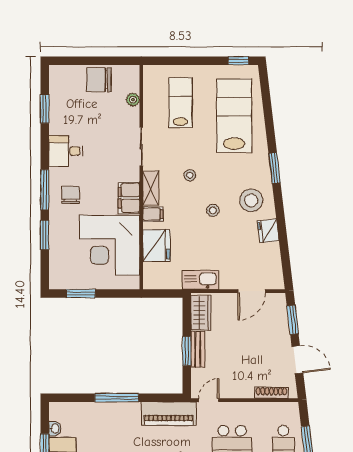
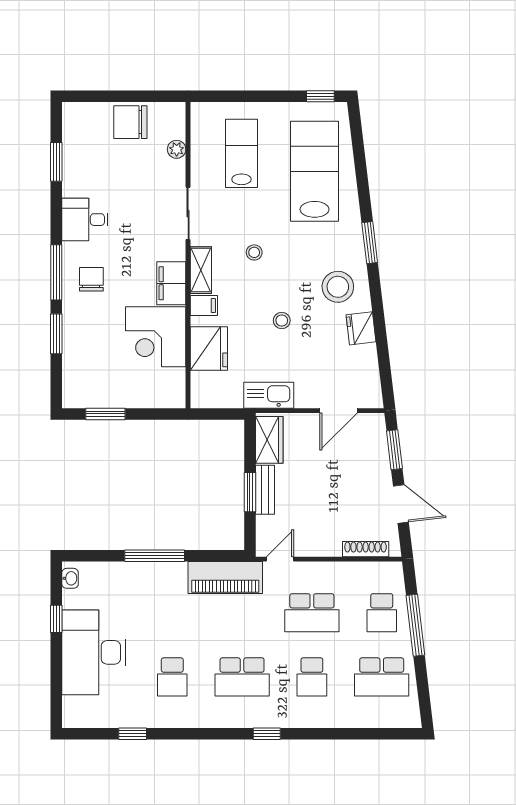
stool: (213, 210) -> (282, 320), moved
corner desk: (110, 245) -> (156, 337), width x0.74, depth x0.74
washbasin: (55, 429) -> (70, 578), moved

